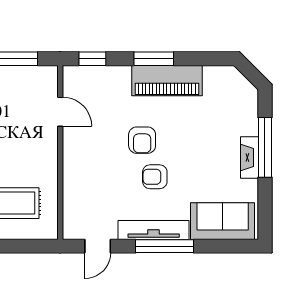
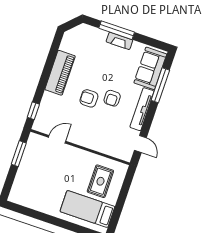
window: (154, 59) -> (45, 76), removed
armchair: (142, 140) -> (89, 98), turned 180
window: (165, 246) -> (160, 85), moved

